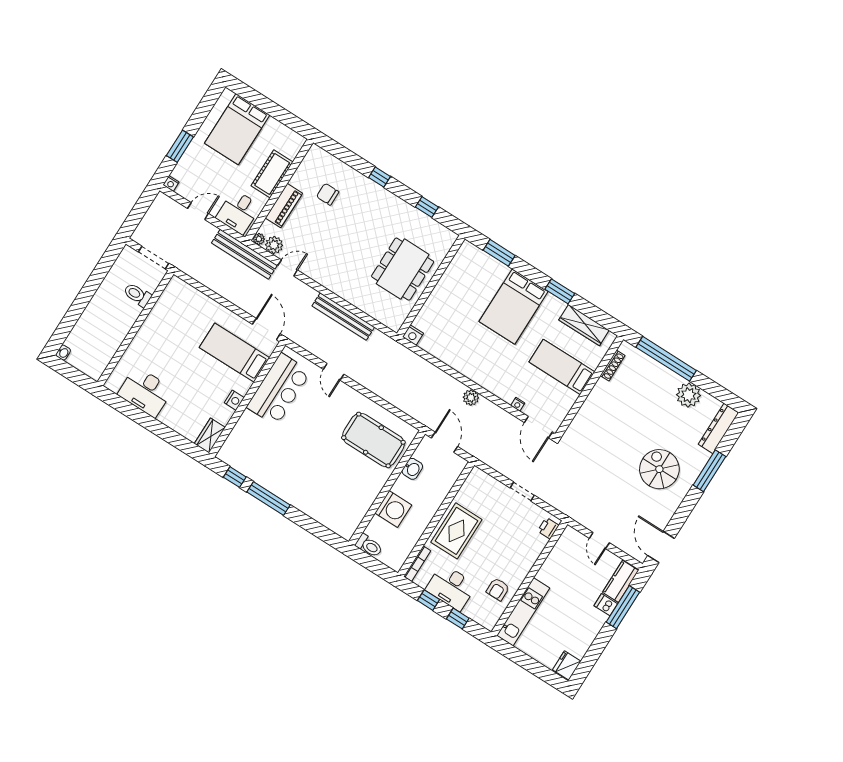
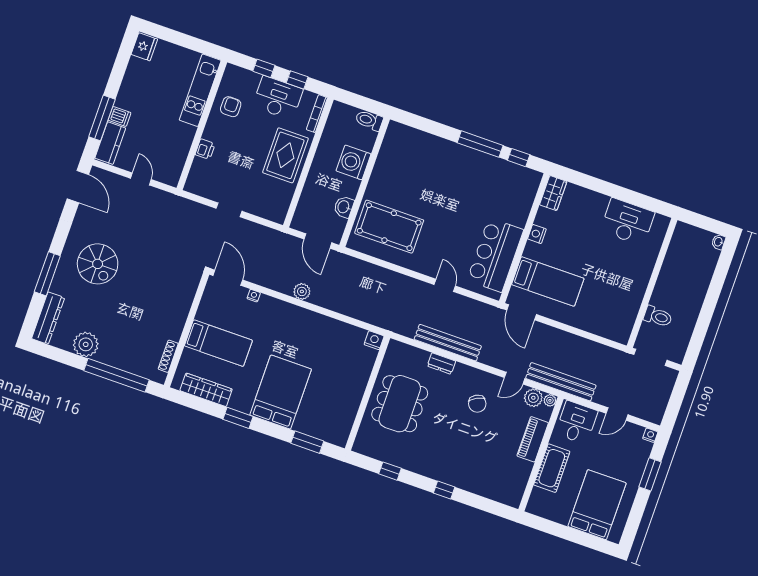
chair: (328, 194) -> (477, 404), moved, turned 62
dresser: (354, 298) -> (441, 363), added
printer: (548, 528) -> (205, 149), moved

